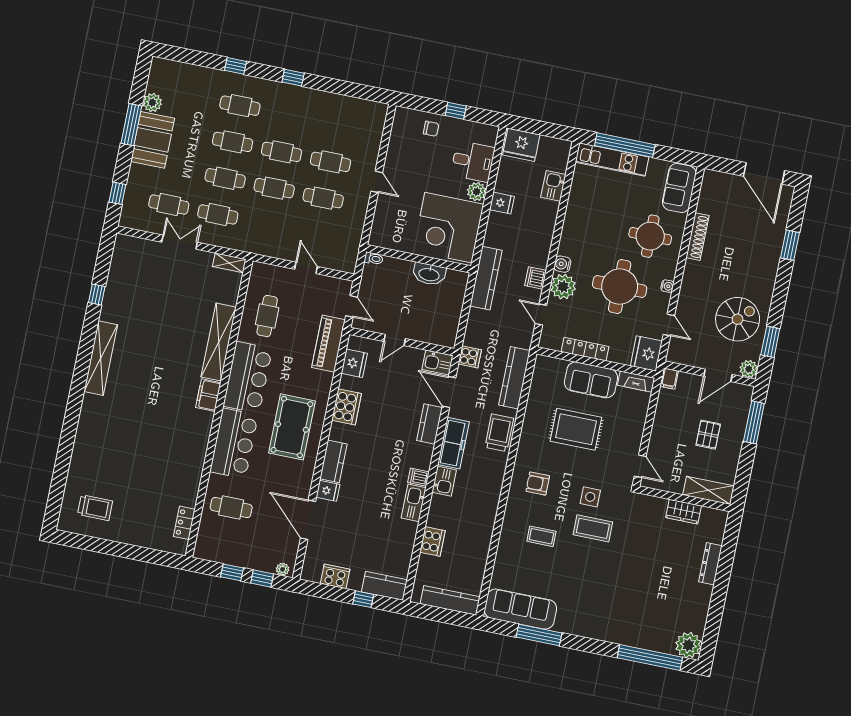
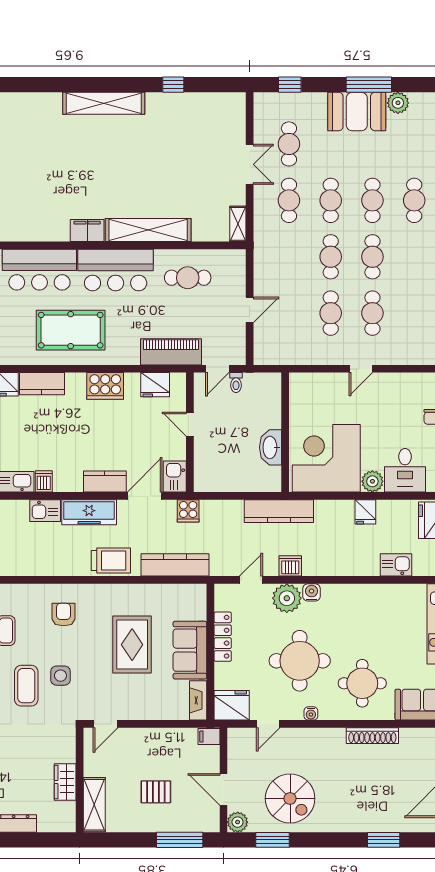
toilet: (374, 259) -> (236, 383), moved

